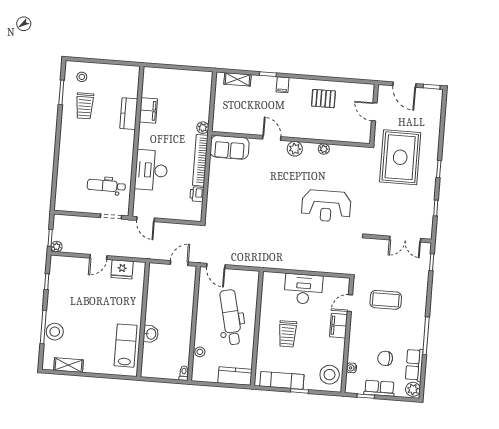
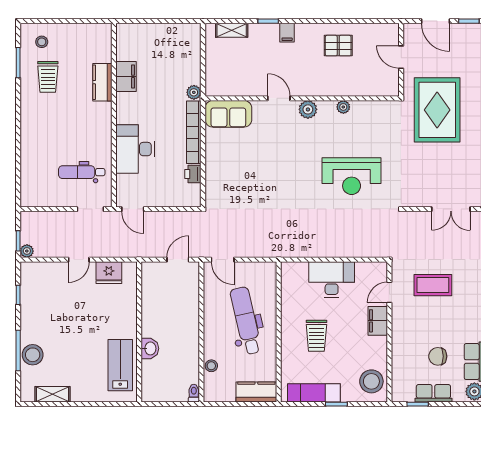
water cooler: (351, 368) -> (397, 371), removed

